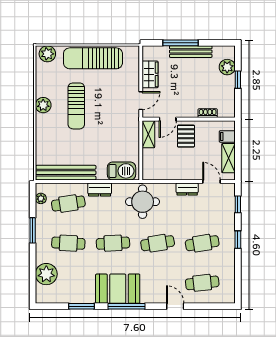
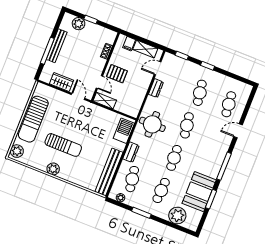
booth: (118, 289) -> (199, 192), moved

